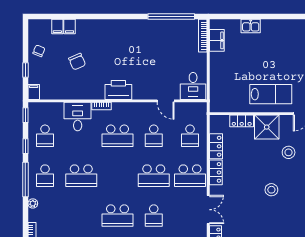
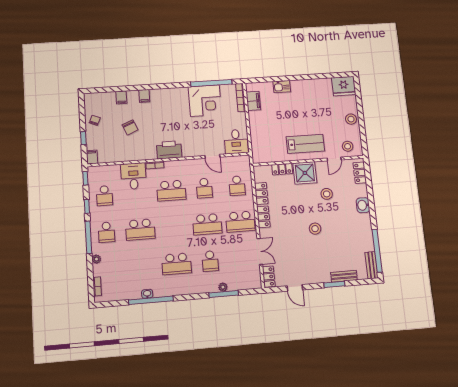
filing cabinet: (57, 26) -> (144, 96), moved
corner desk: (162, 37) -> (205, 101), added

